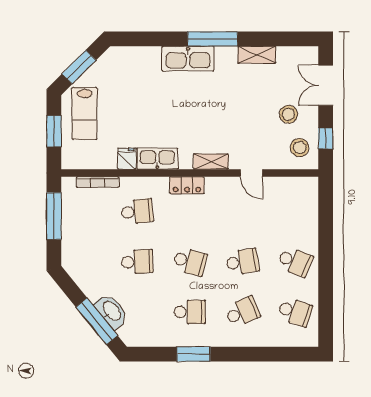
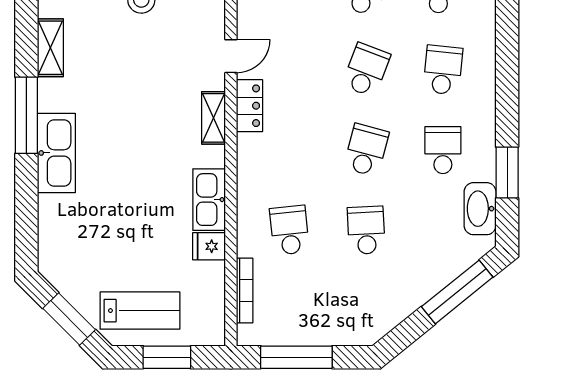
locker: (187, 185) -> (249, 106), moved
school desk: (242, 262) -> (366, 70), turned 30
washbasin: (111, 311) -> (480, 209), moved, turned -51
school desk: (242, 312) -> (443, 70), turned 30
window: (193, 354) -> (507, 172), moved

